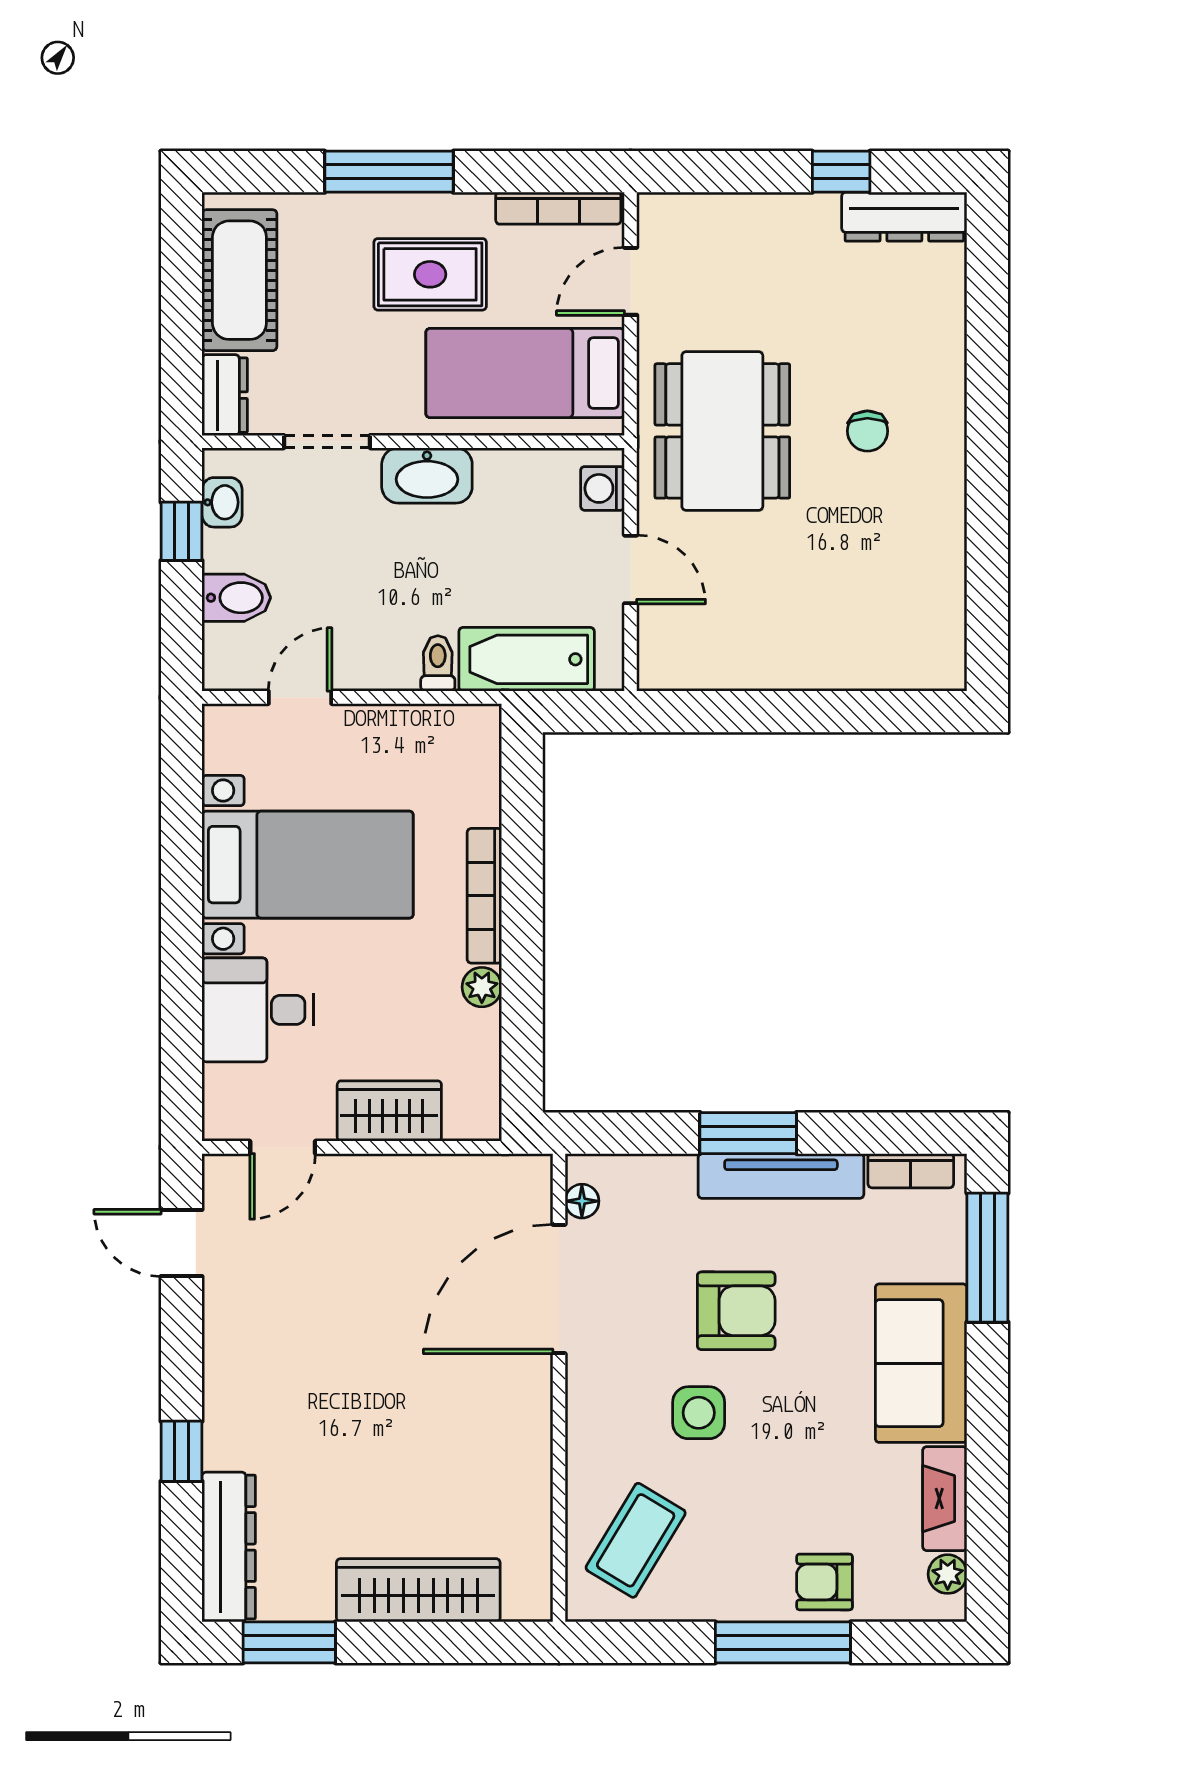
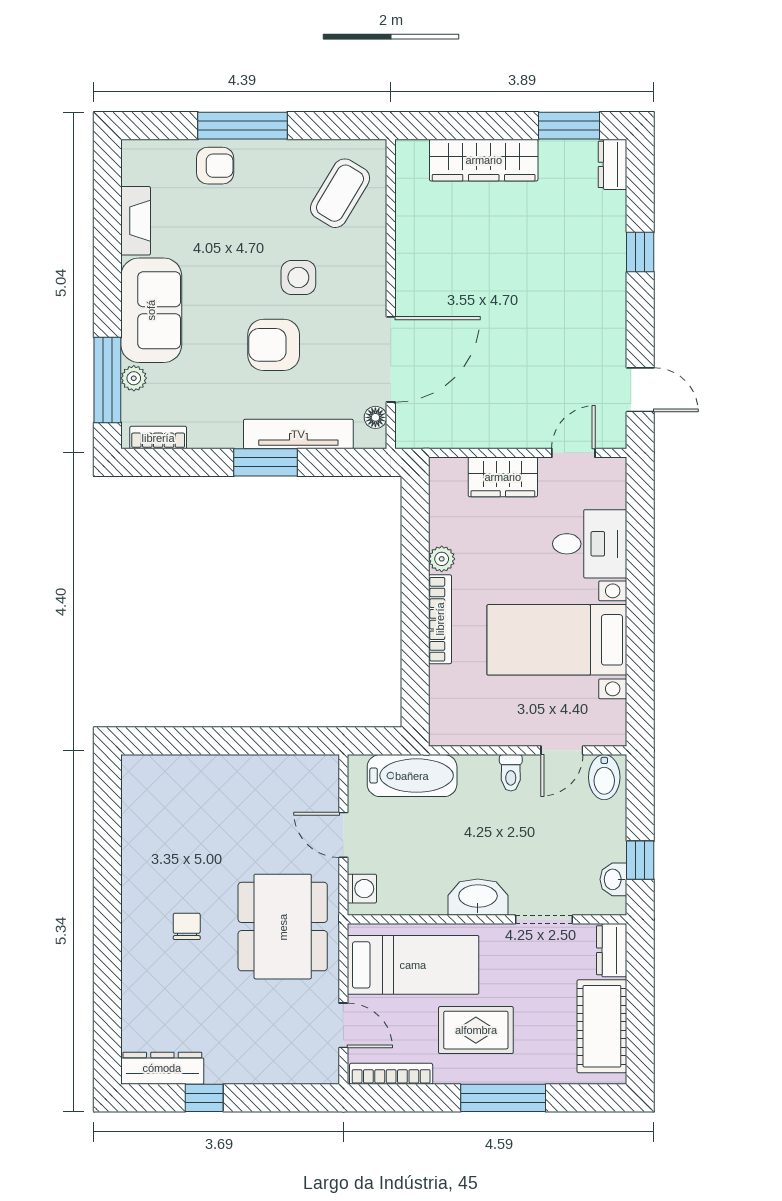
door: (631, 281) -> (343, 1025), hinge flipped
bidet: (236, 598) -> (604, 777), moved, turned -90
toilet: (438, 663) -> (511, 773), moved
tv unit: (781, 1176) -> (298, 434), moved
dresser: (229, 1547) -> (612, 164), width x0.51, depth x0.80
plant: (948, 1574) -> (134, 378), moved

